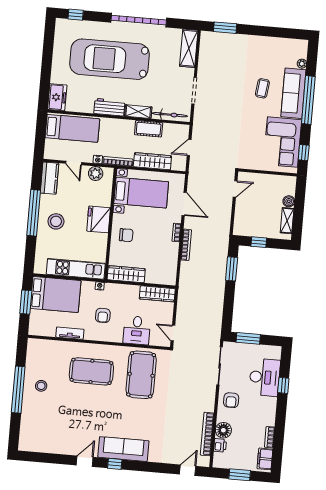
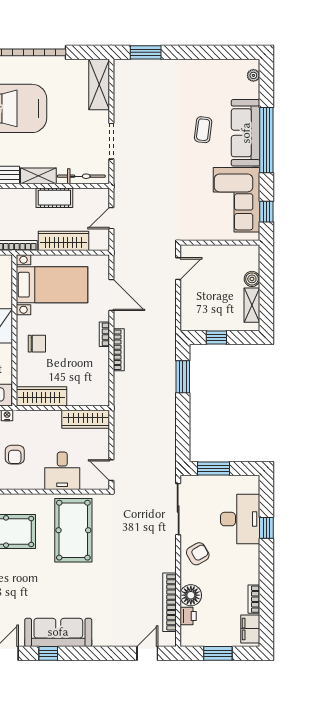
plant: (302, 64) -> (253, 75), moved
armchair: (231, 400) -> (198, 554), turned -120

